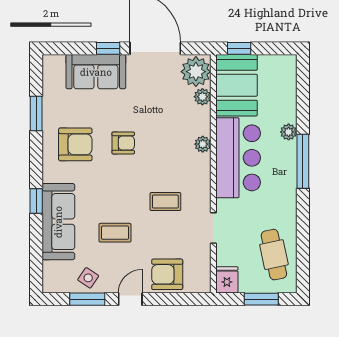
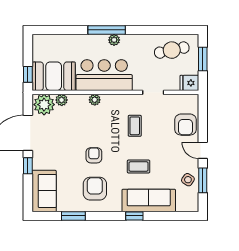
sofa: (96, 72) -> (44, 191), moved
plant: (289, 132) -> (114, 40), moved
coffee table: (115, 233) -> (139, 166), moved, turned 90

